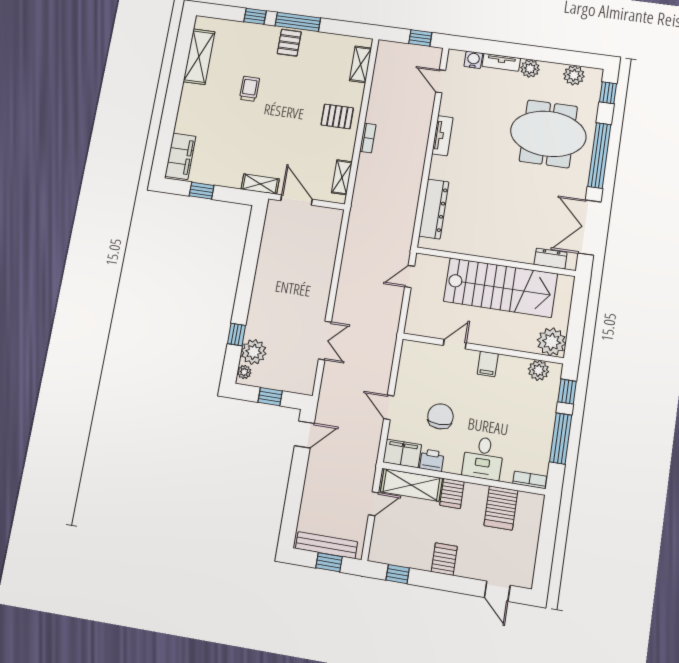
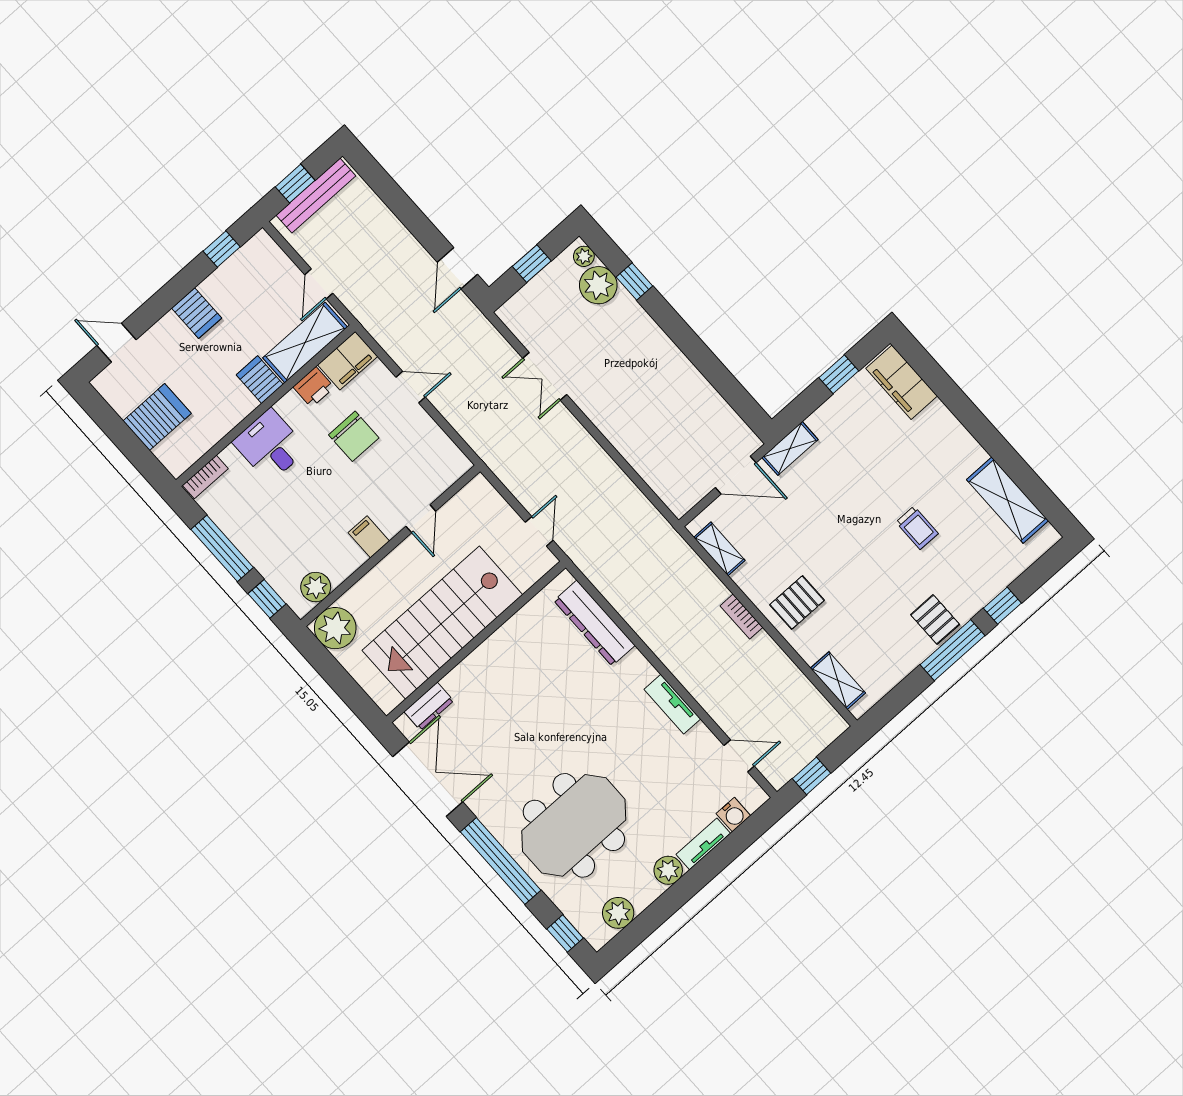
server rack: (501, 508) -> (157, 417), moved, turned 90

